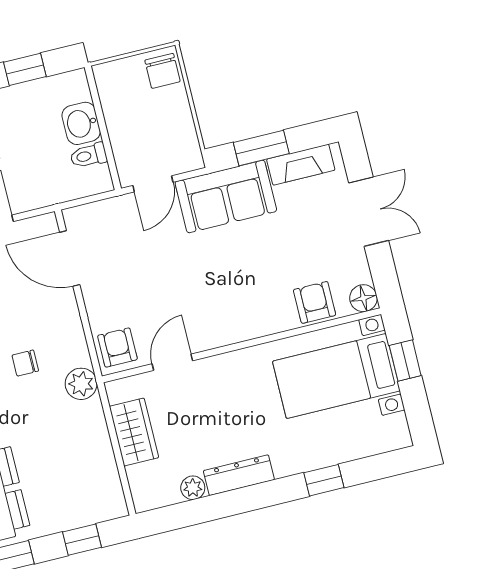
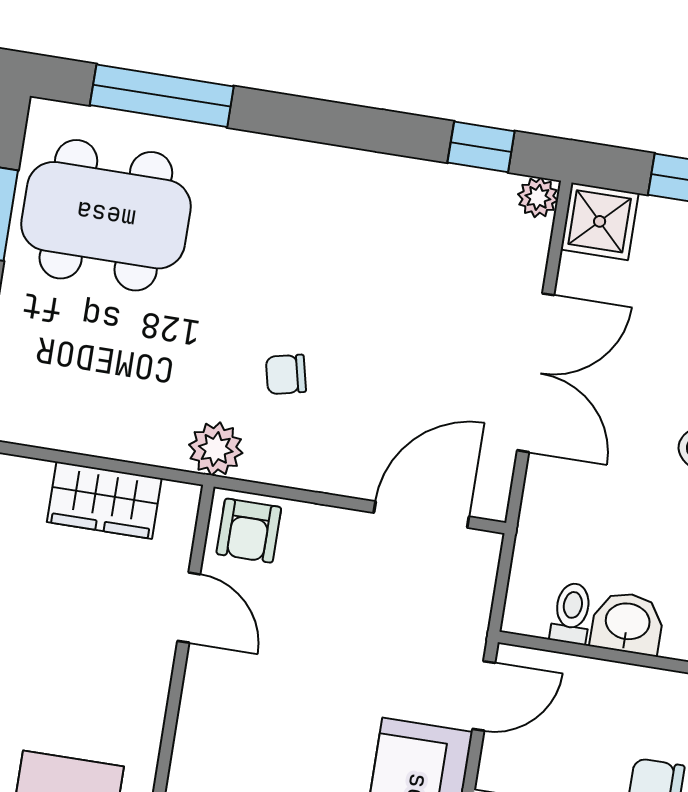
door: (153, 184) -> (484, 696), swing flipped
armchair: (117, 347) -> (249, 531), turned 90
chair: (25, 363) -> (286, 374), turned -103

